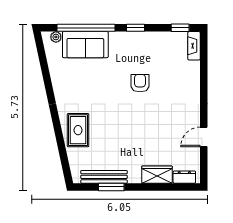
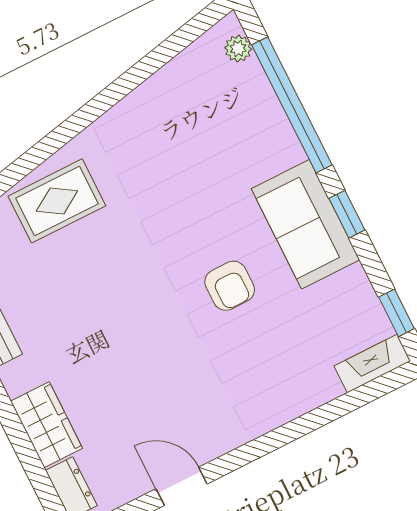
sofa: (85, 45) -> (305, 224), moved
armchair: (140, 83) -> (230, 286), turned 90

